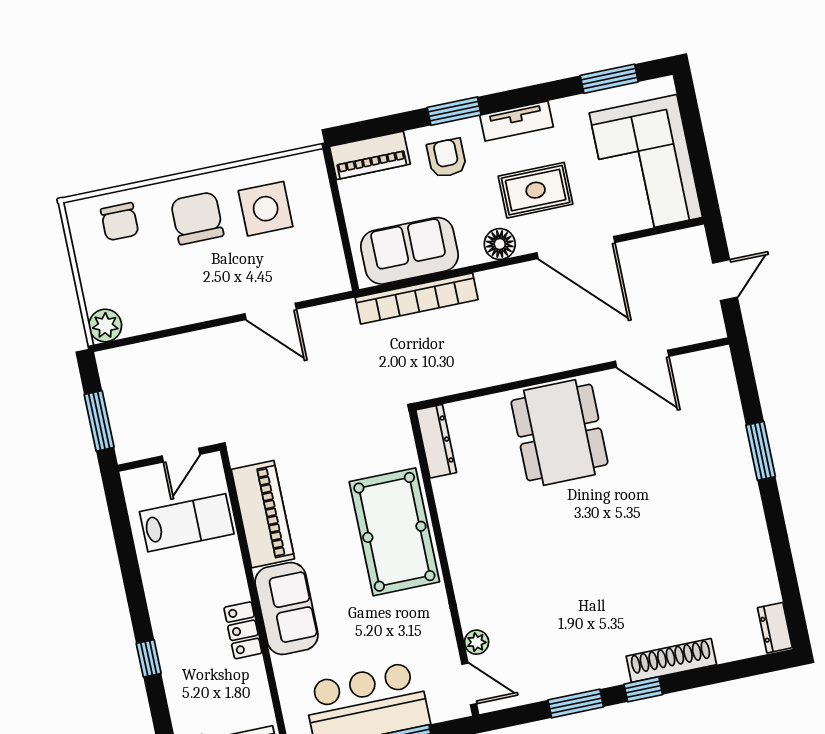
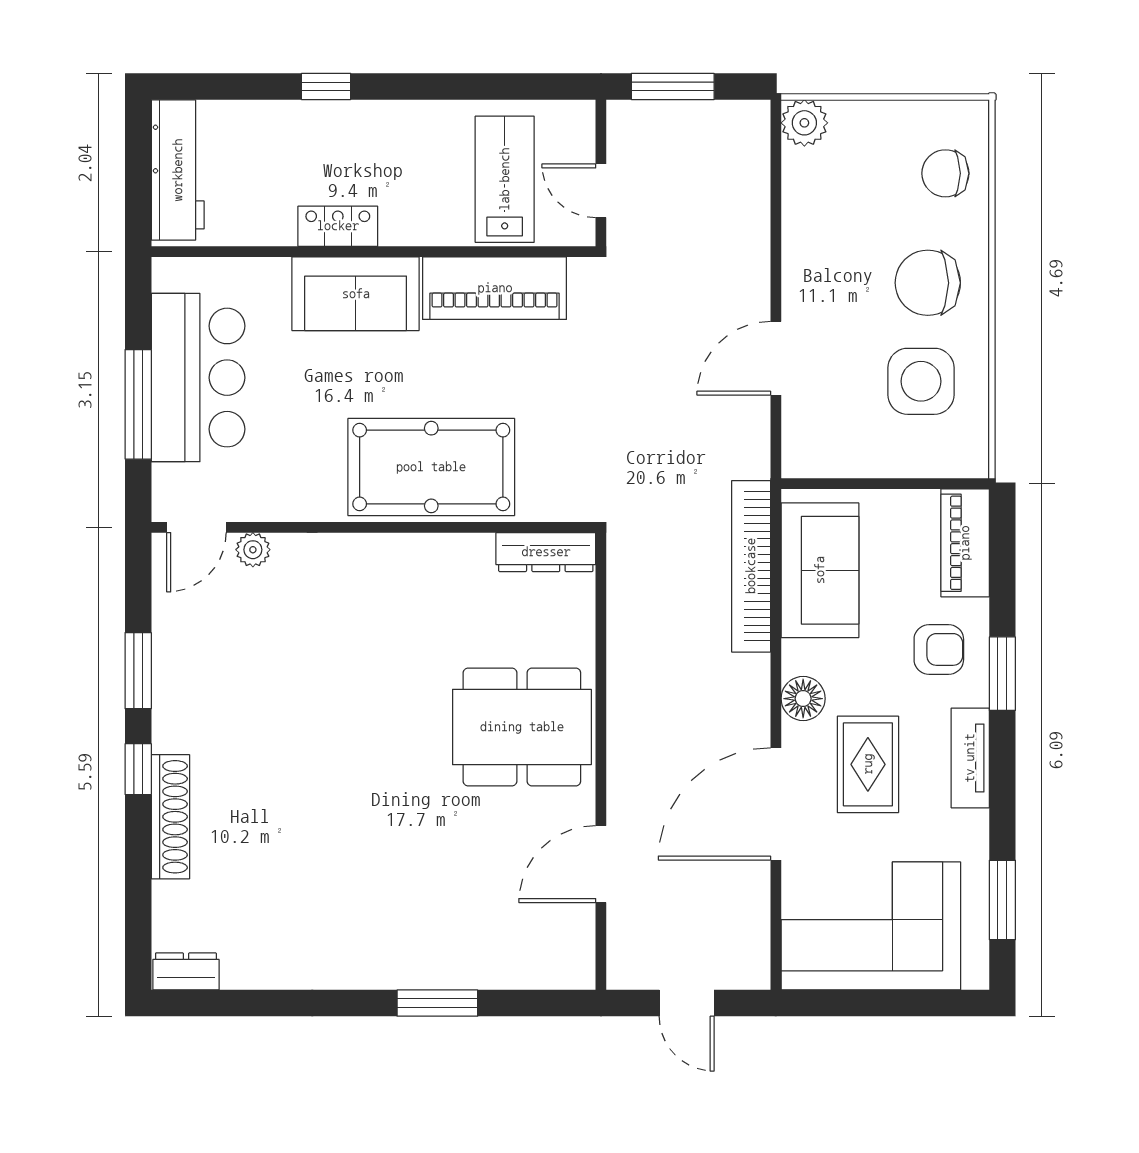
chair: (197, 218) -> (928, 283), turned 180
lab bench: (187, 523) -> (505, 179), turned 180

